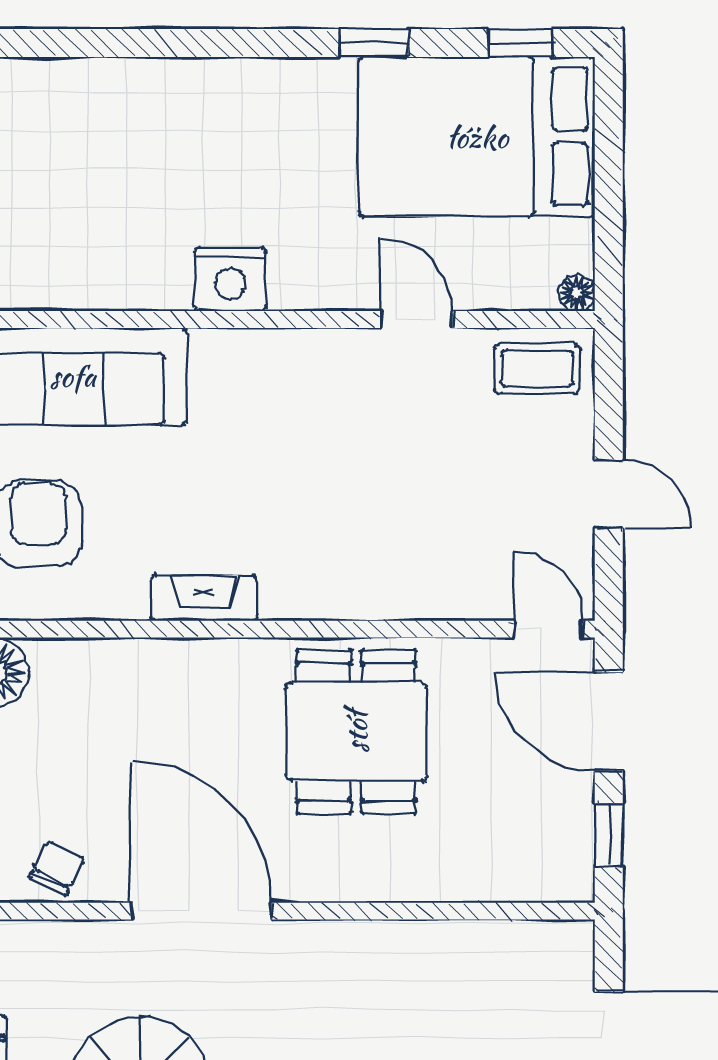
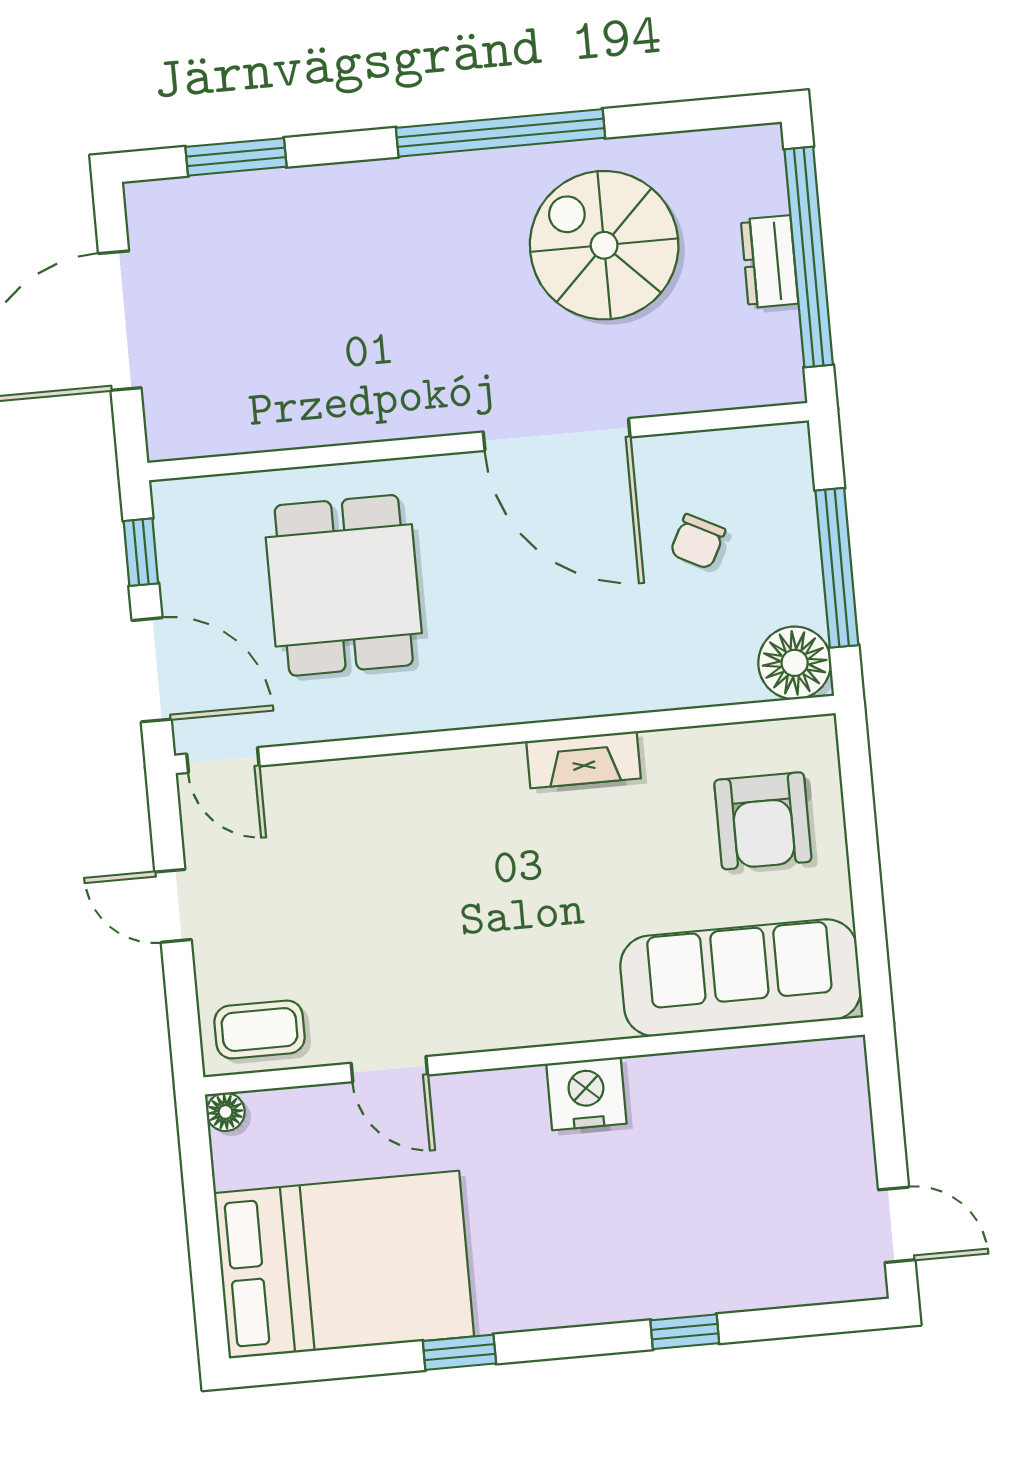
window: (520, 43) -> (685, 1332), moved
dining table: (356, 732) -> (344, 585), moved
chair: (57, 868) -> (698, 542), moved

